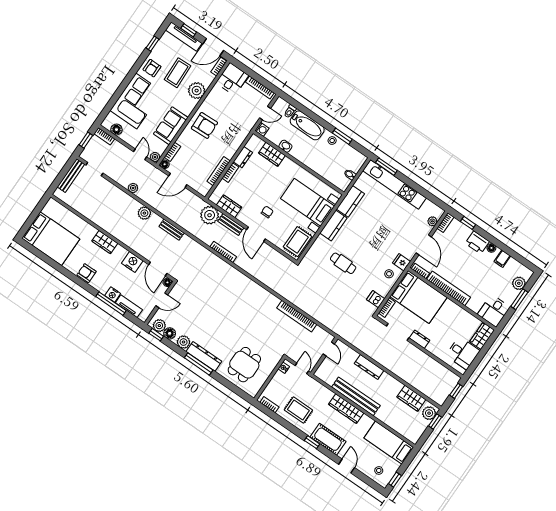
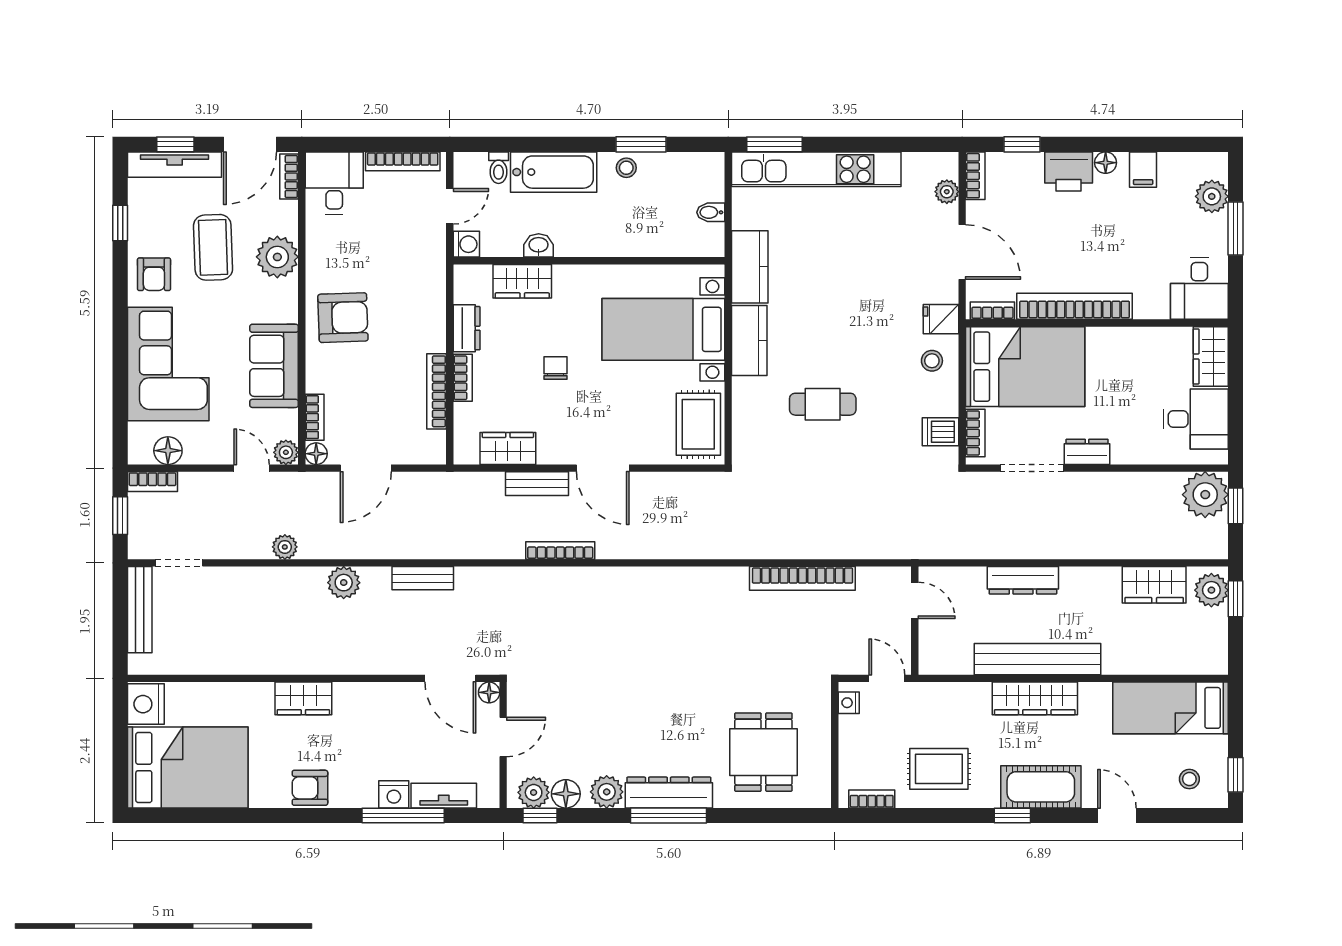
chair: (267, 212) -> (556, 368), moved
plant: (210, 215) -> (1205, 495), moved
nightstand: (132, 262) -> (146, 704), moved, turned -90

